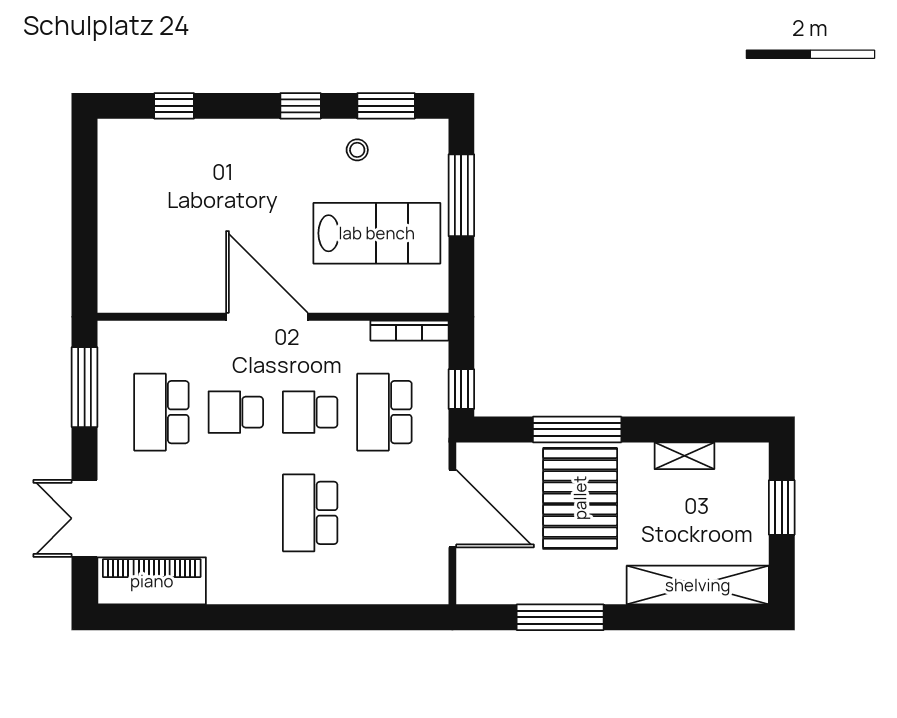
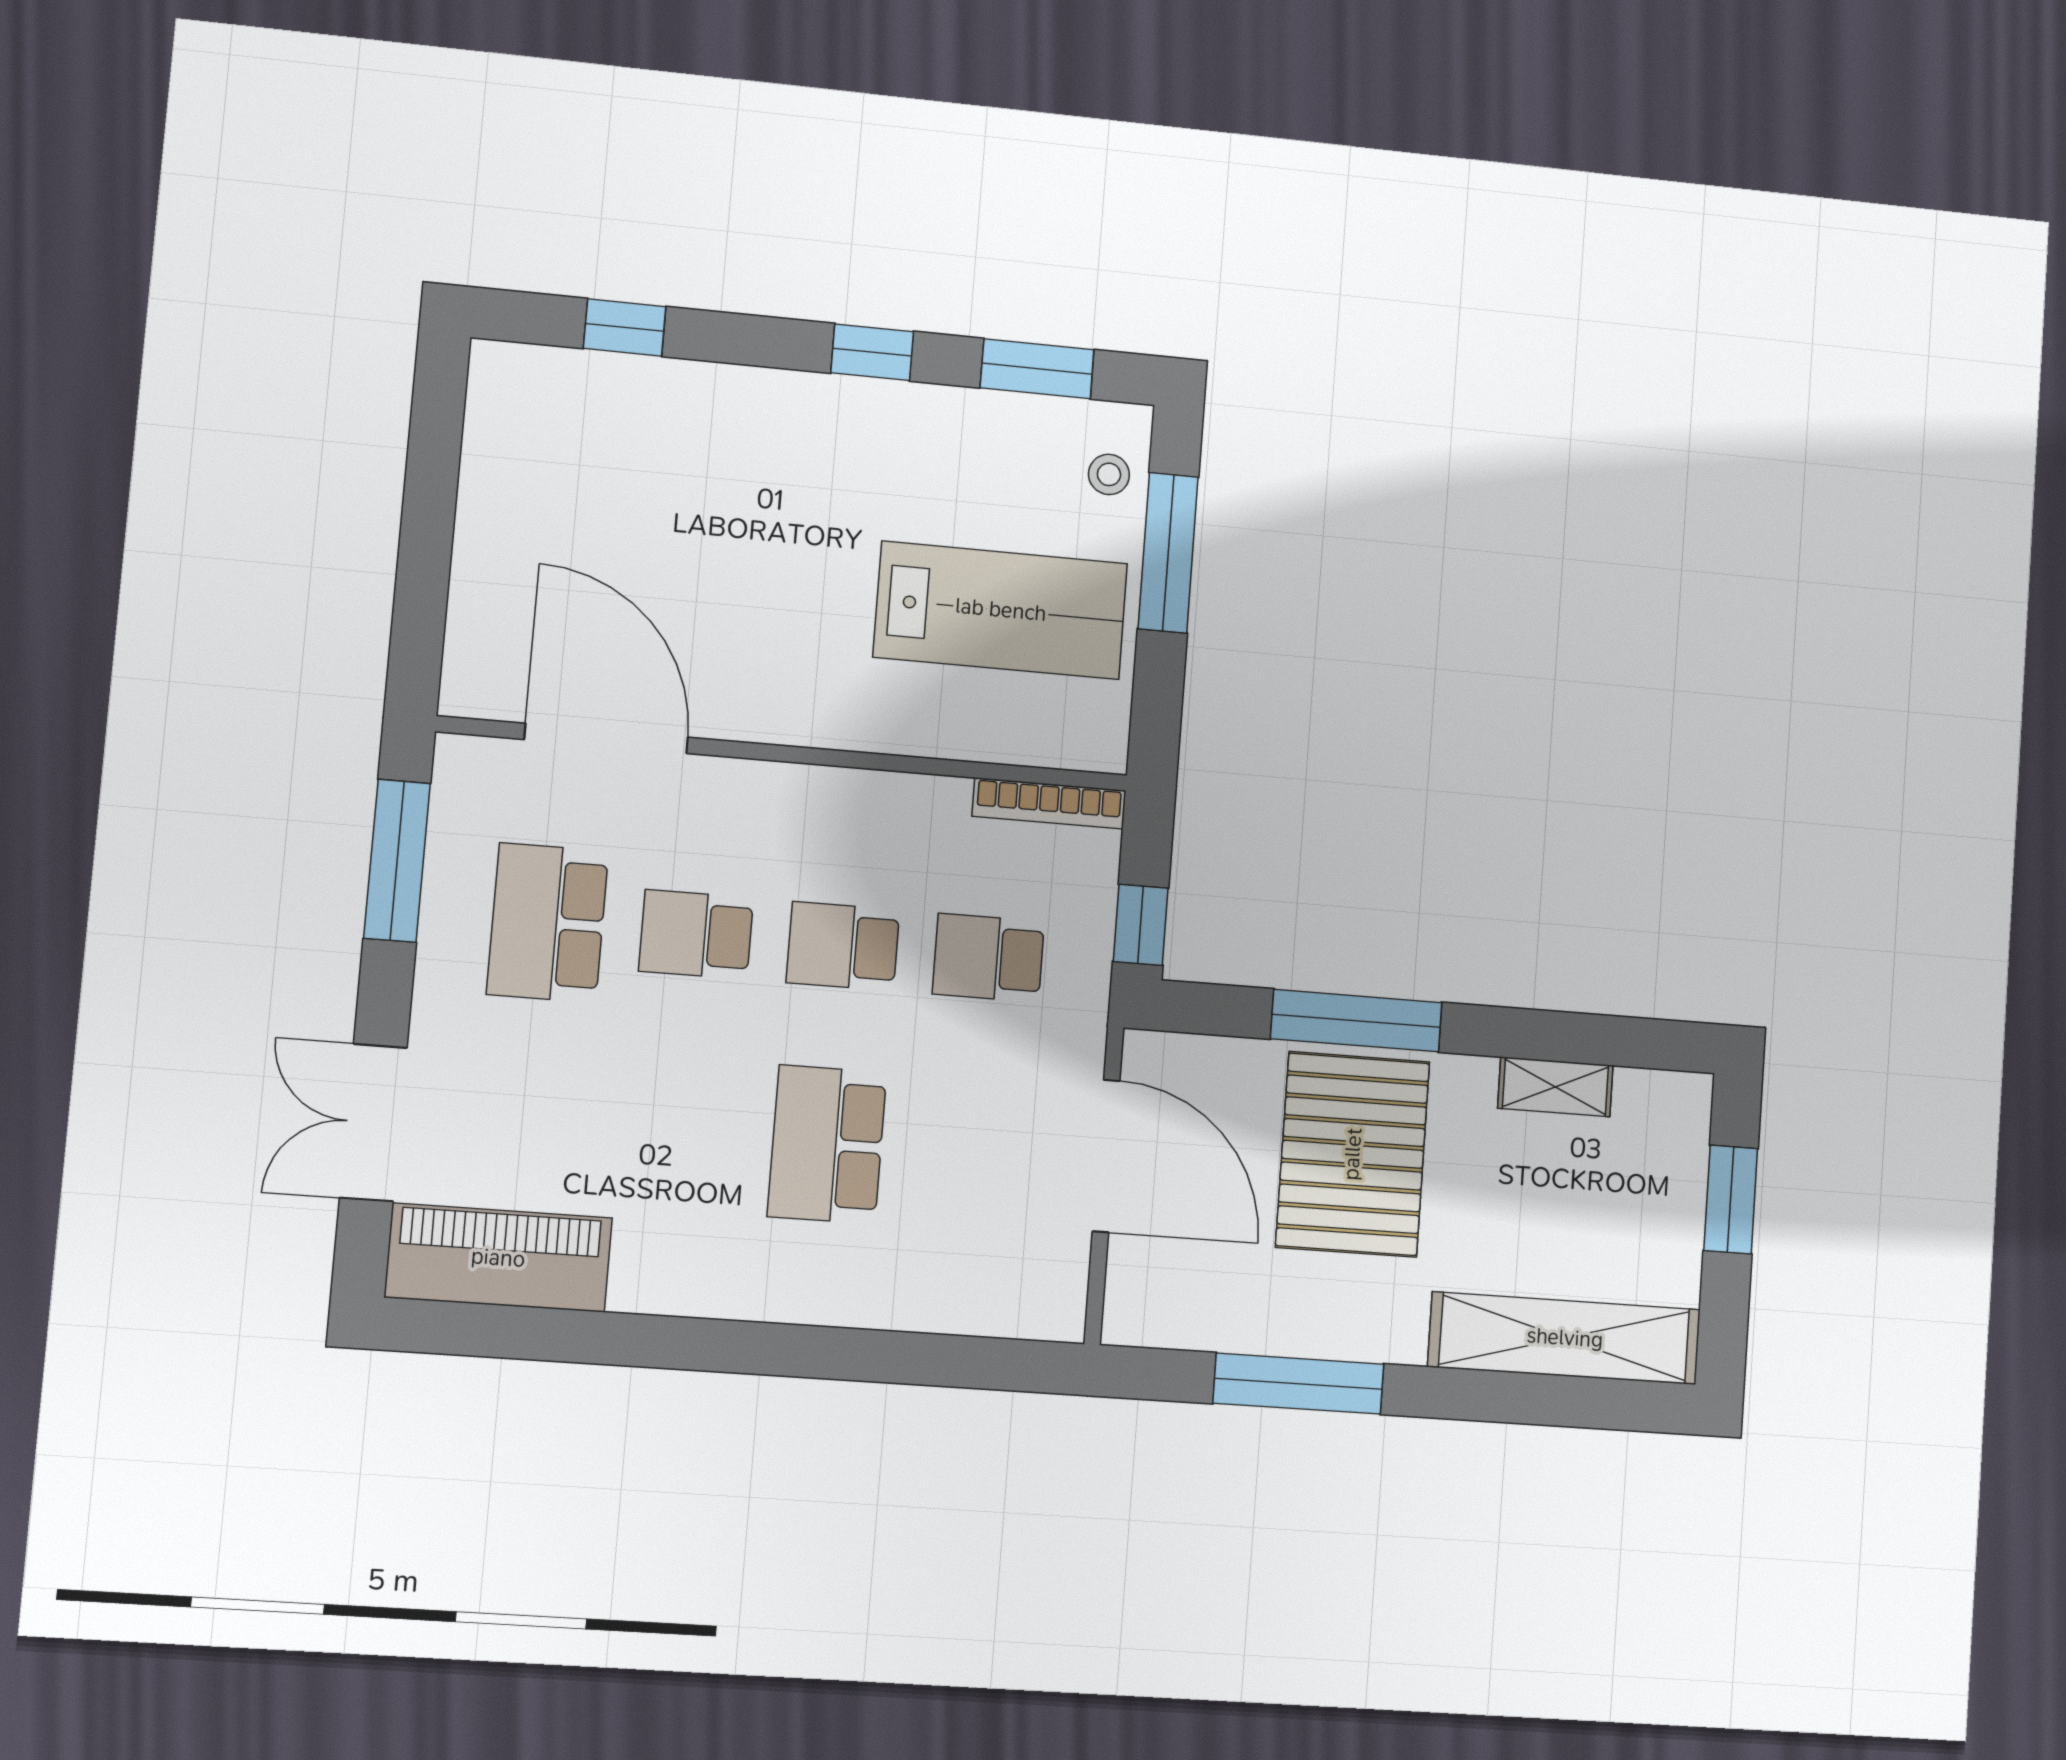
stool: (357, 150) -> (1109, 474), moved
door: (267, 317) -> (606, 738), moved
school desk: (384, 412) -> (988, 958), width x0.54

